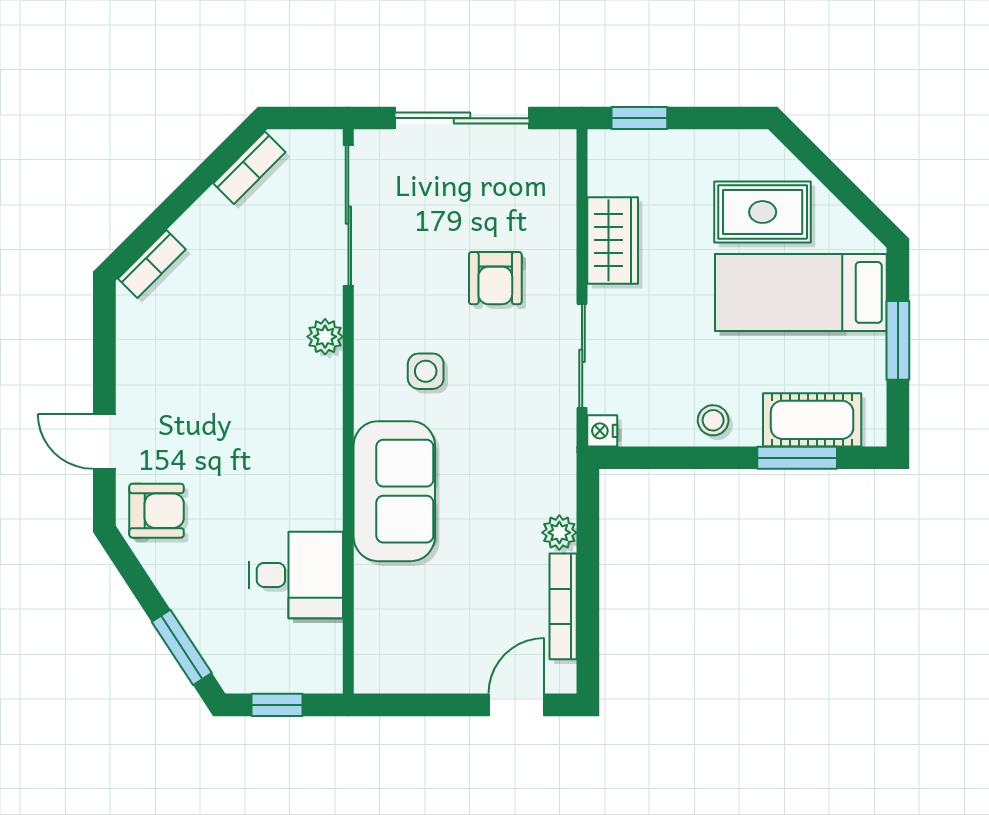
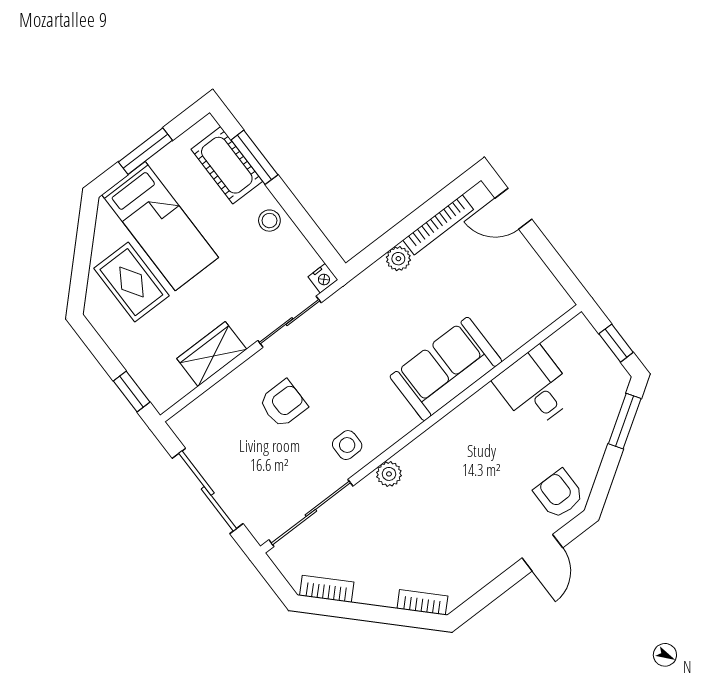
side table: (426, 371) -> (347, 445), moved

